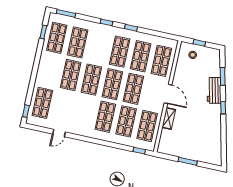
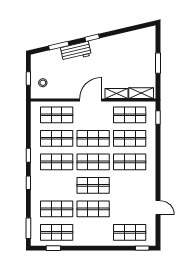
shelving: (164, 140) -> (141, 93), added

